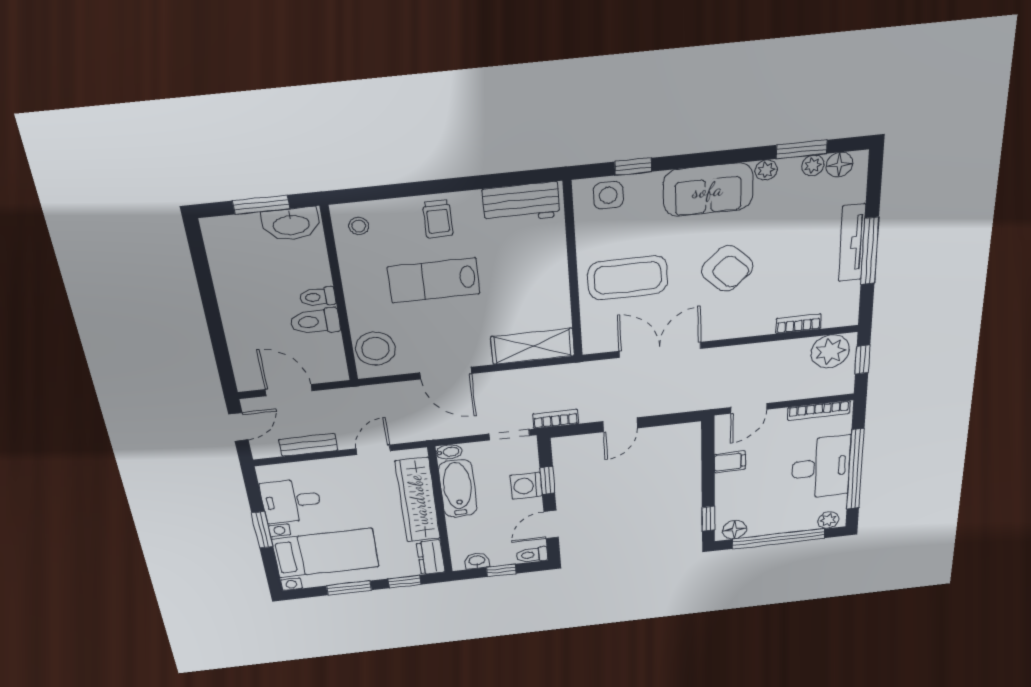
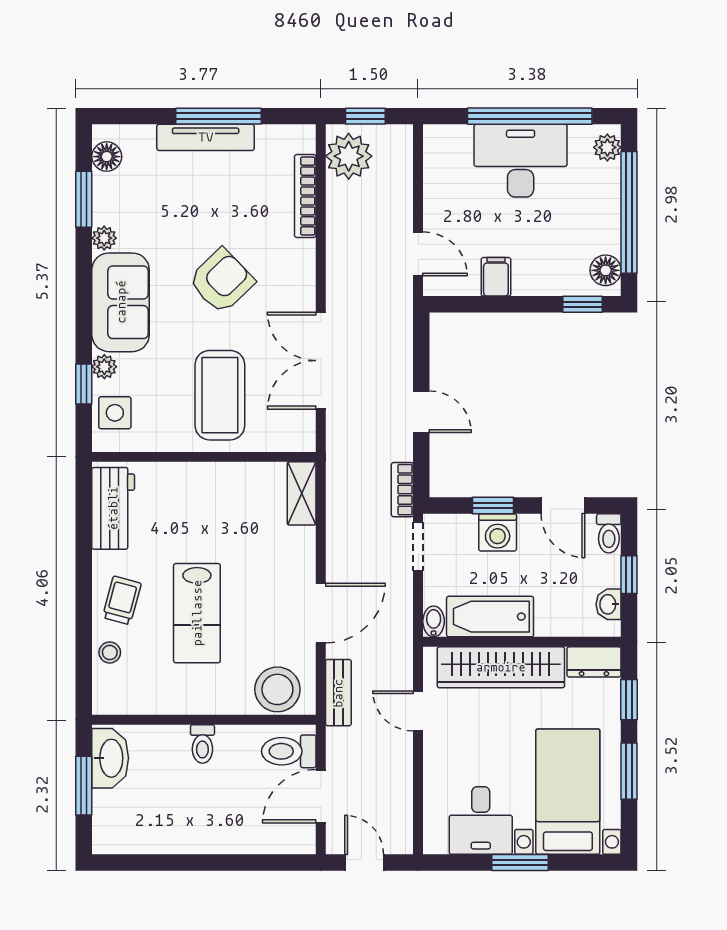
plant: (813, 165) -> (104, 367), moved
trolley: (438, 219) -> (122, 600), turned -75
stool: (359, 226) -> (110, 652), moved
toilet: (315, 321) -> (289, 751), moved, turned 90
bookcase: (798, 324) -> (305, 196), width x1.56
shelving: (533, 346) -> (302, 493), width x0.67, depth x0.75
bookcase: (819, 411) -> (433, 167), removed
bench: (308, 445) -> (338, 693), moved

